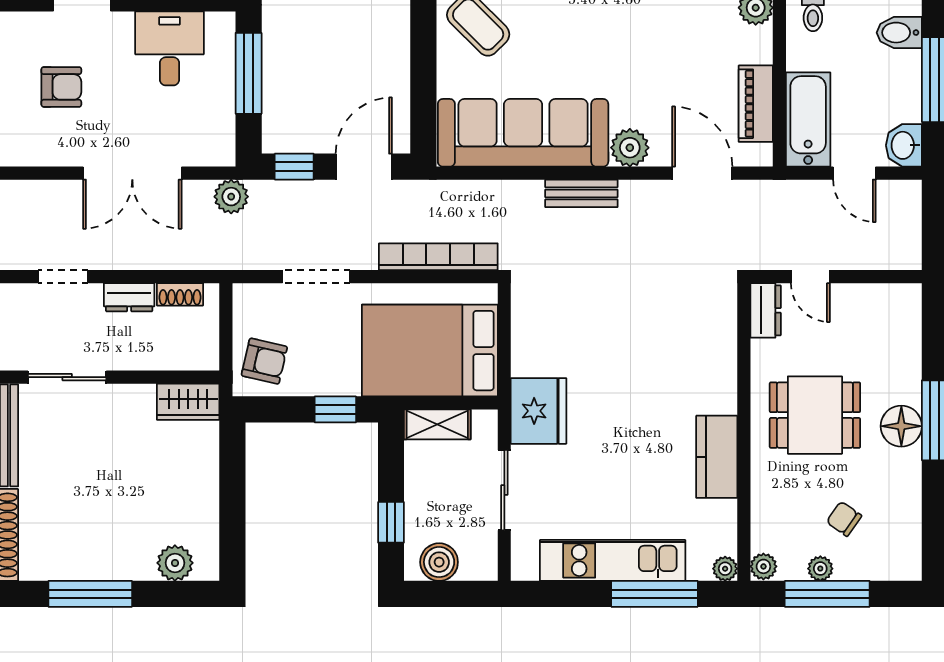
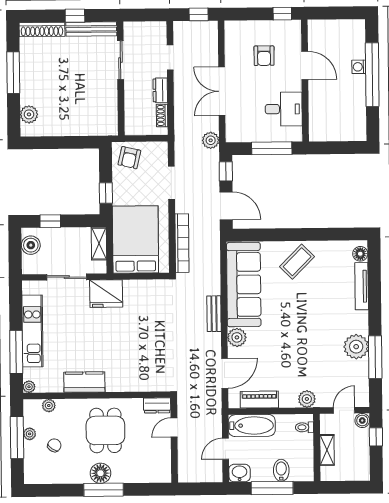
bidet: (899, 33) -> (281, 470), moved
wardrobe: (188, 402) -> (109, 120), removed
plant: (763, 566) -> (49, 406), moved

